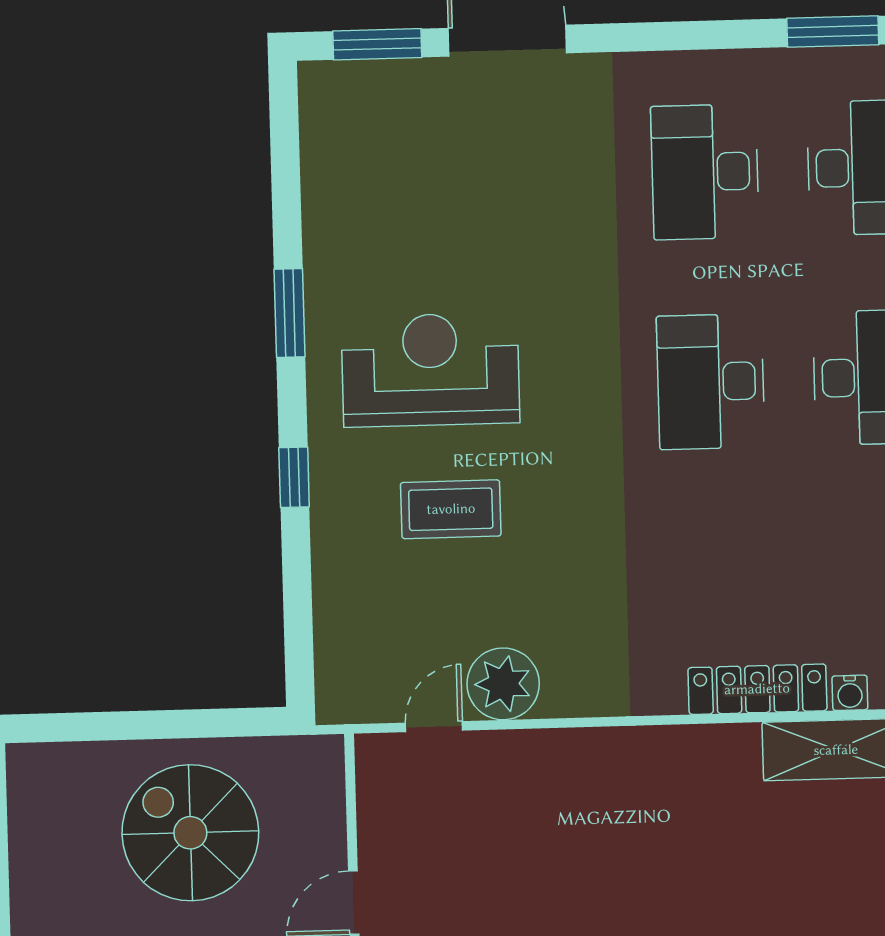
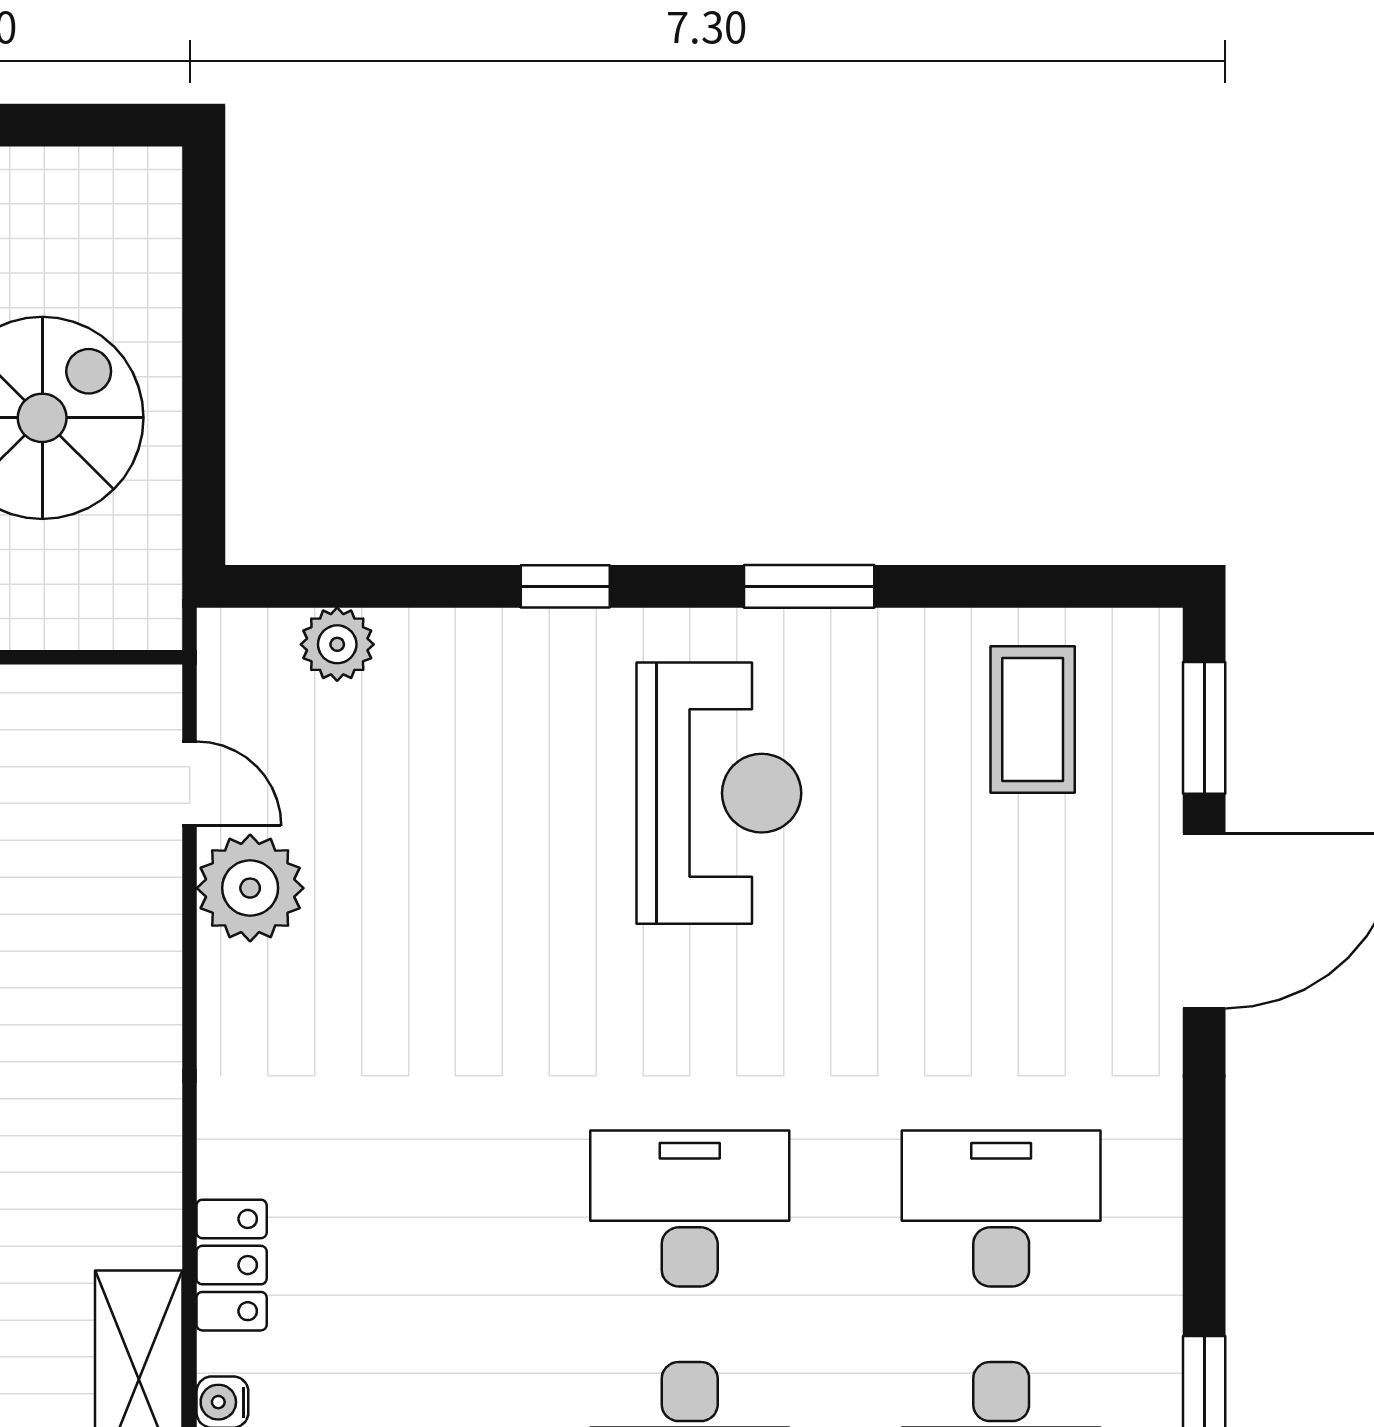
coffee table: (451, 509) -> (1033, 720), moved
plant: (337, 630) -> (337, 644), added
locker: (757, 689) -> (232, 1265), width x0.66

